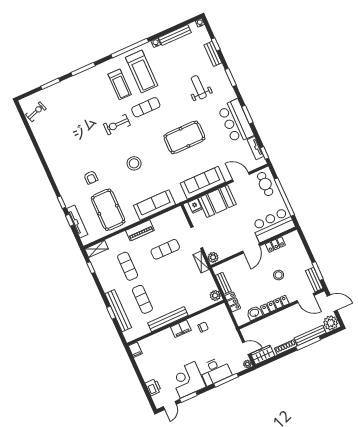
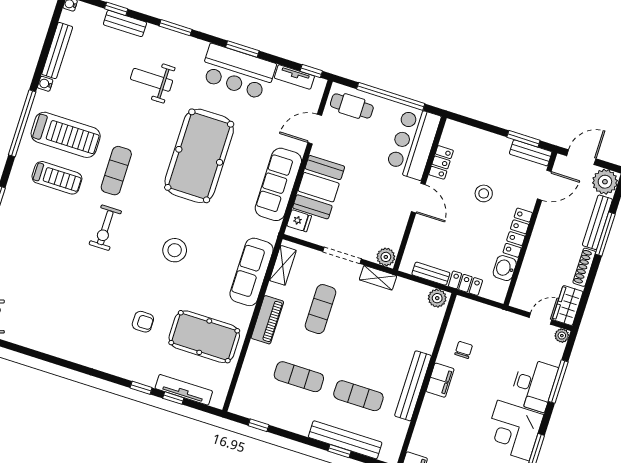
pool table: (184, 137) -> (199, 156), width x1.36, depth x1.32
shelving: (97, 249) -> (283, 265), moved

